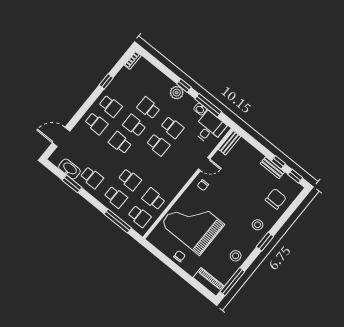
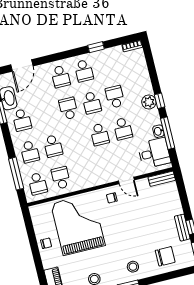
school desk: (134, 125) -> (92, 103), turned 180
door: (61, 137) -> (22, 65), swing flipped

